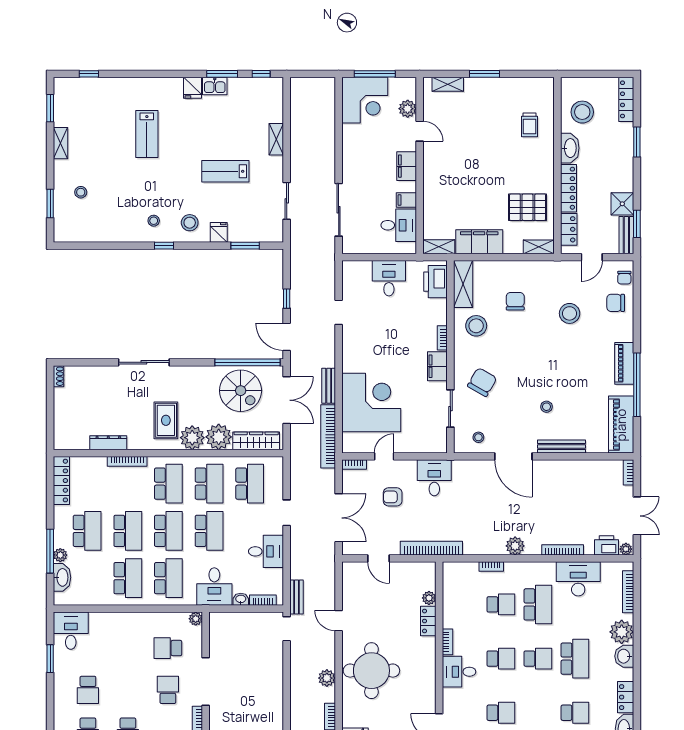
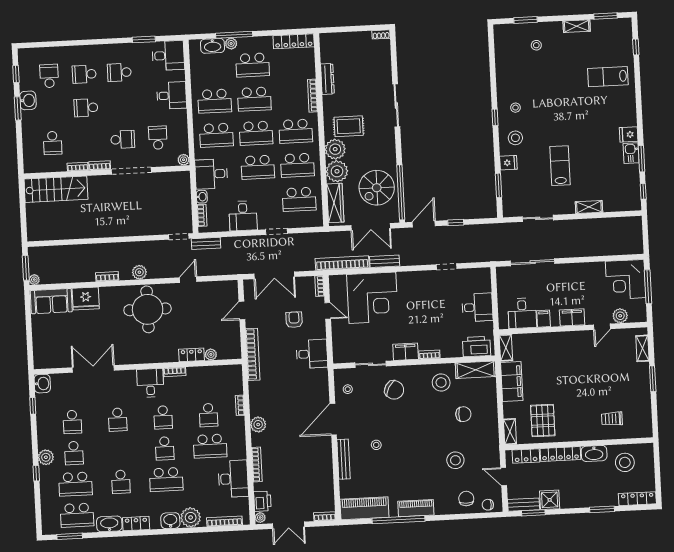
lab bench: (147, 134) -> (608, 77), moved
desk: (119, 629) -> (172, 95), added

